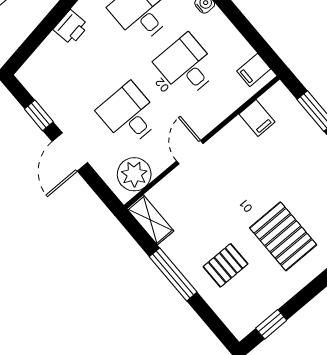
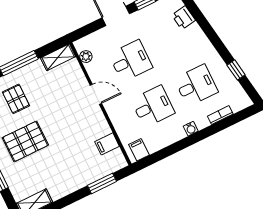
printer: (71, 27) -> (184, 18), moved
plant: (134, 174) -> (86, 57), width x0.53, depth x0.53

